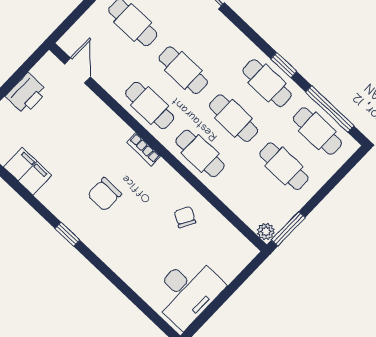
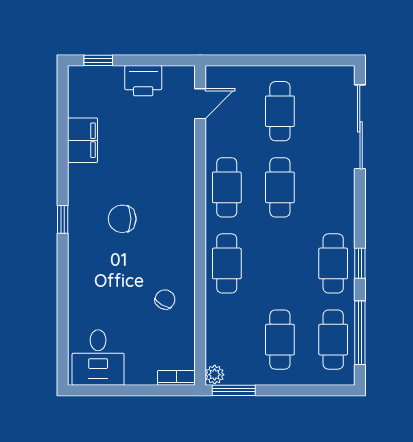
cafe table: (234, 118) -> (280, 263), removed
bookcase: (144, 149) -> (176, 378), moved, turned 90
desk: (187, 291) -> (98, 357), width x0.73

